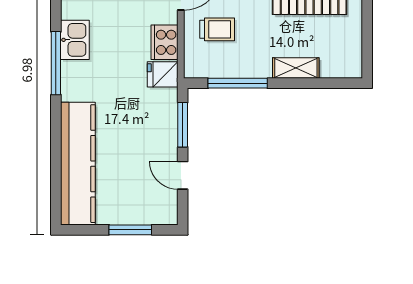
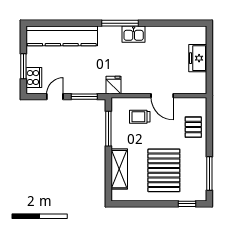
trolley: (217, 29) -> (140, 117), turned 90
cooker: (165, 42) -> (34, 78), moved, turned 90
shelving: (296, 68) -> (119, 169), width x1.50, depth x1.33

